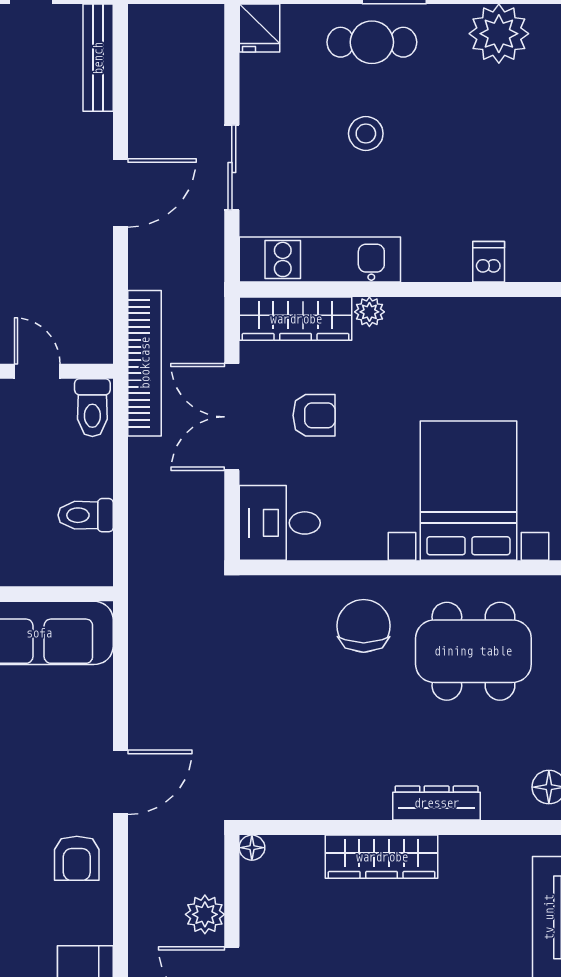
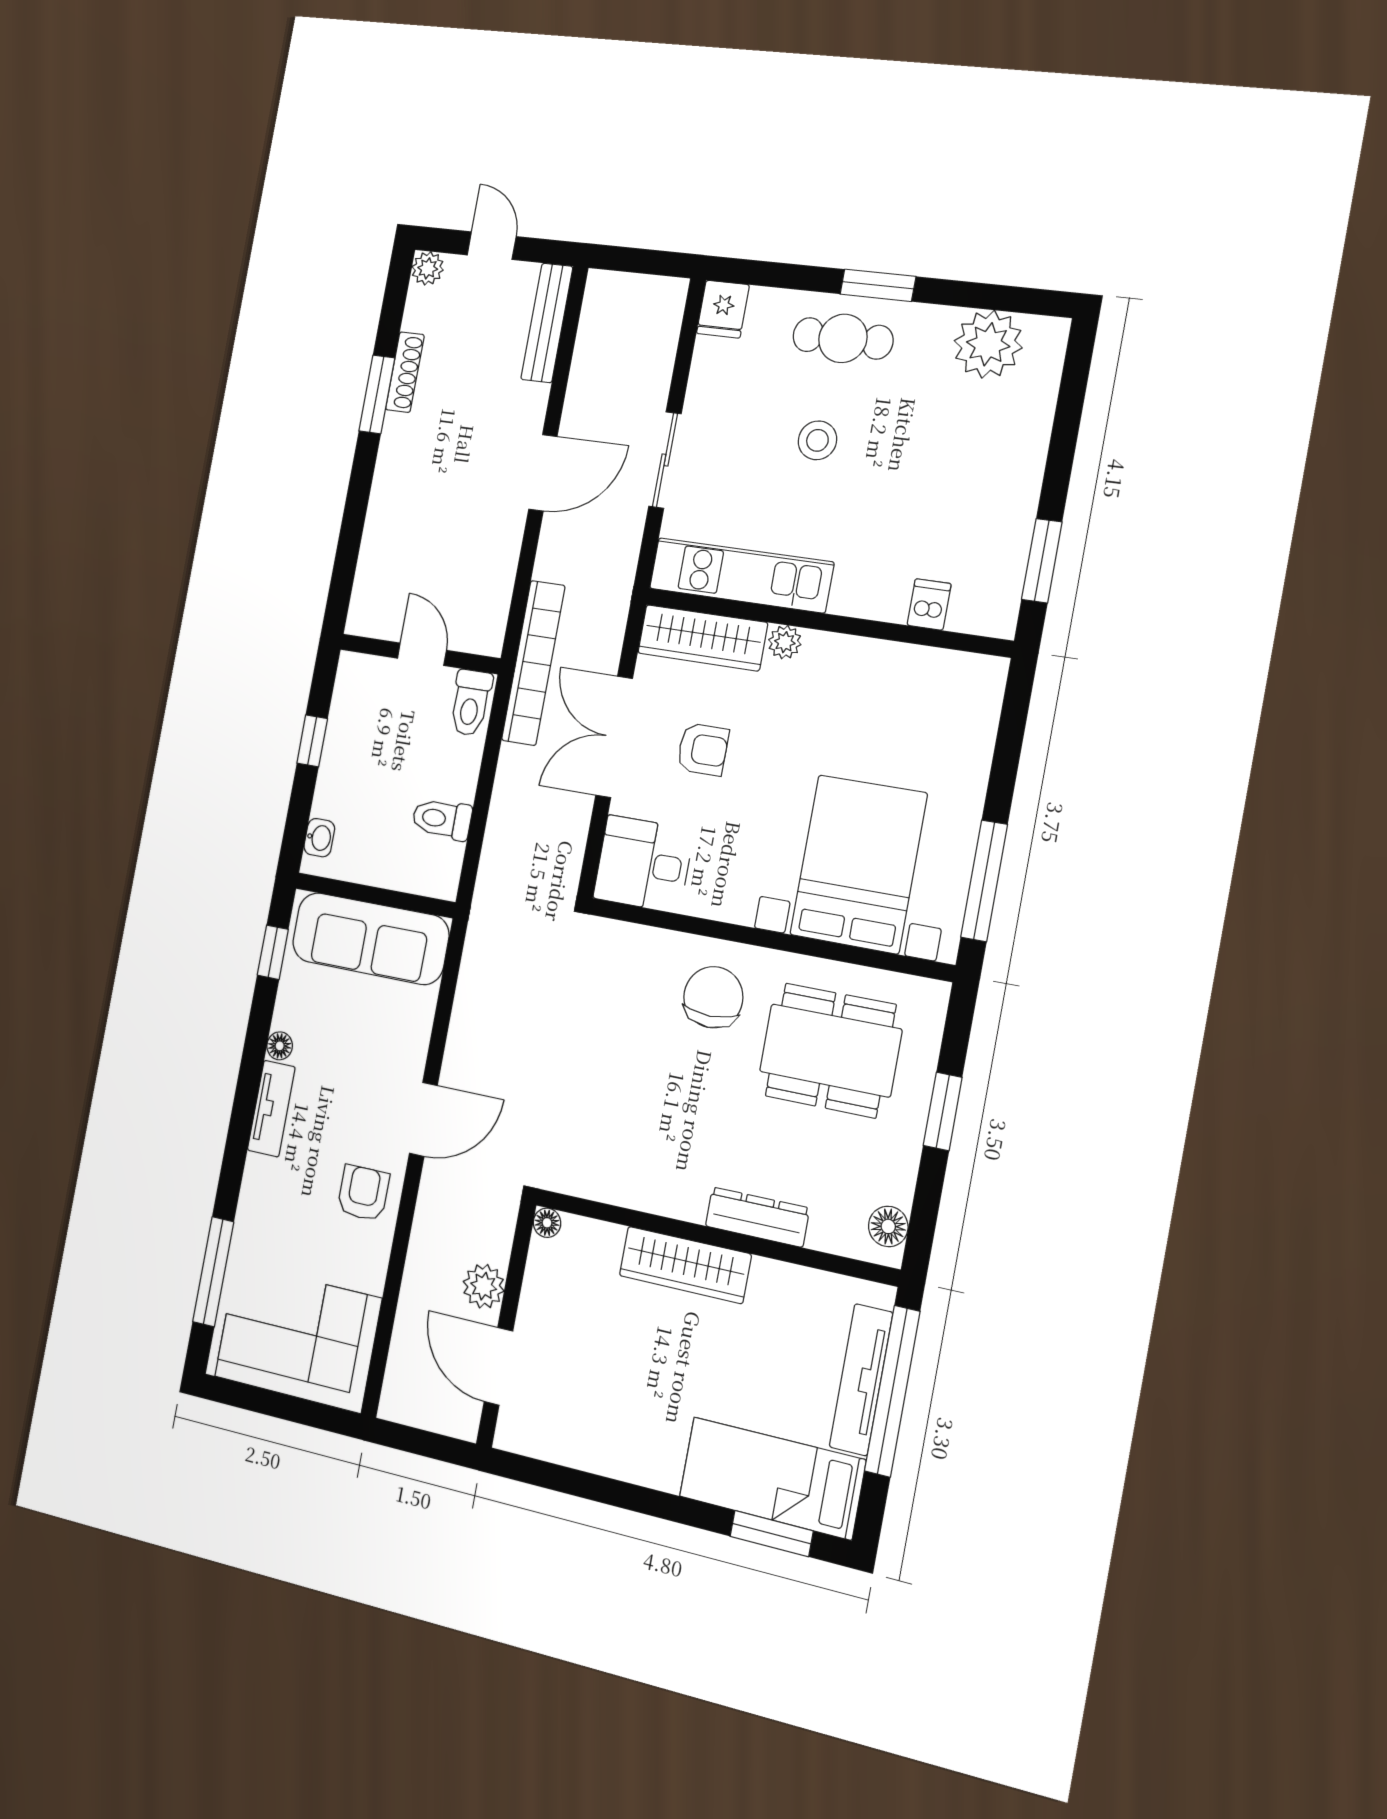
armchair: (77, 858) -> (363, 1193), turned 180

